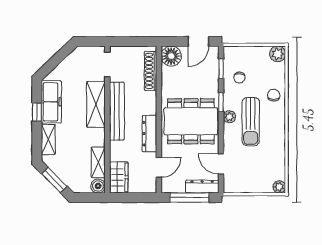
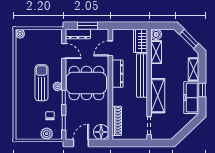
plant: (278, 54) -> (47, 134), moved
chair: (274, 95) -> (24, 103), removed
bench: (117, 111) -> (142, 75), moved
window: (189, 198) -> (87, 26), width x0.69

